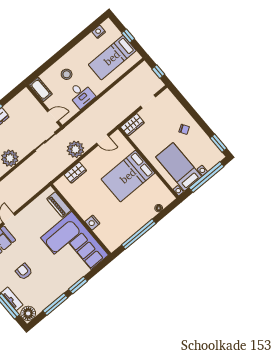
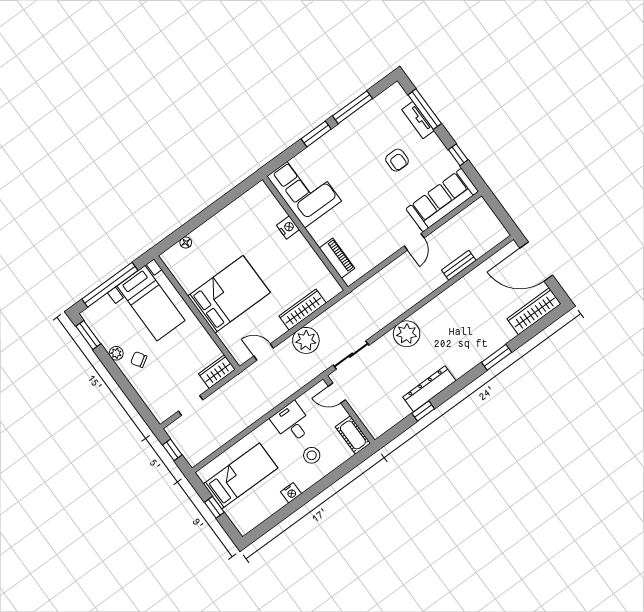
nightstand: (99, 32) -> (291, 493), moved
plant: (199, 132) -> (116, 353), added
wardrobe: (75, 173) -> (303, 310), width x1.50
window: (139, 234) -> (219, 205), removed
corner sofa: (74, 246) -> (304, 189), width x0.73, depth x0.74
floor lamp: (28, 313) -> (395, 96), removed

